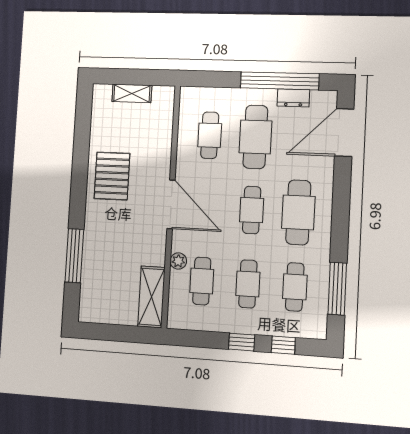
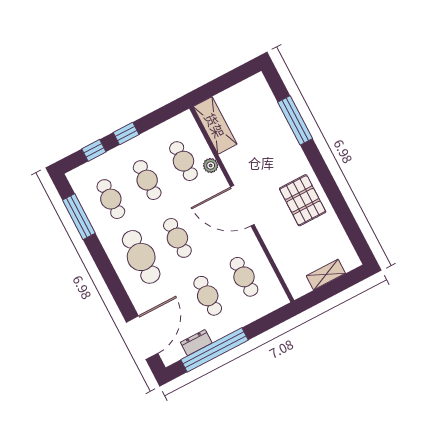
cafe table: (255, 137) -> (208, 296), width x0.73, depth x0.74

